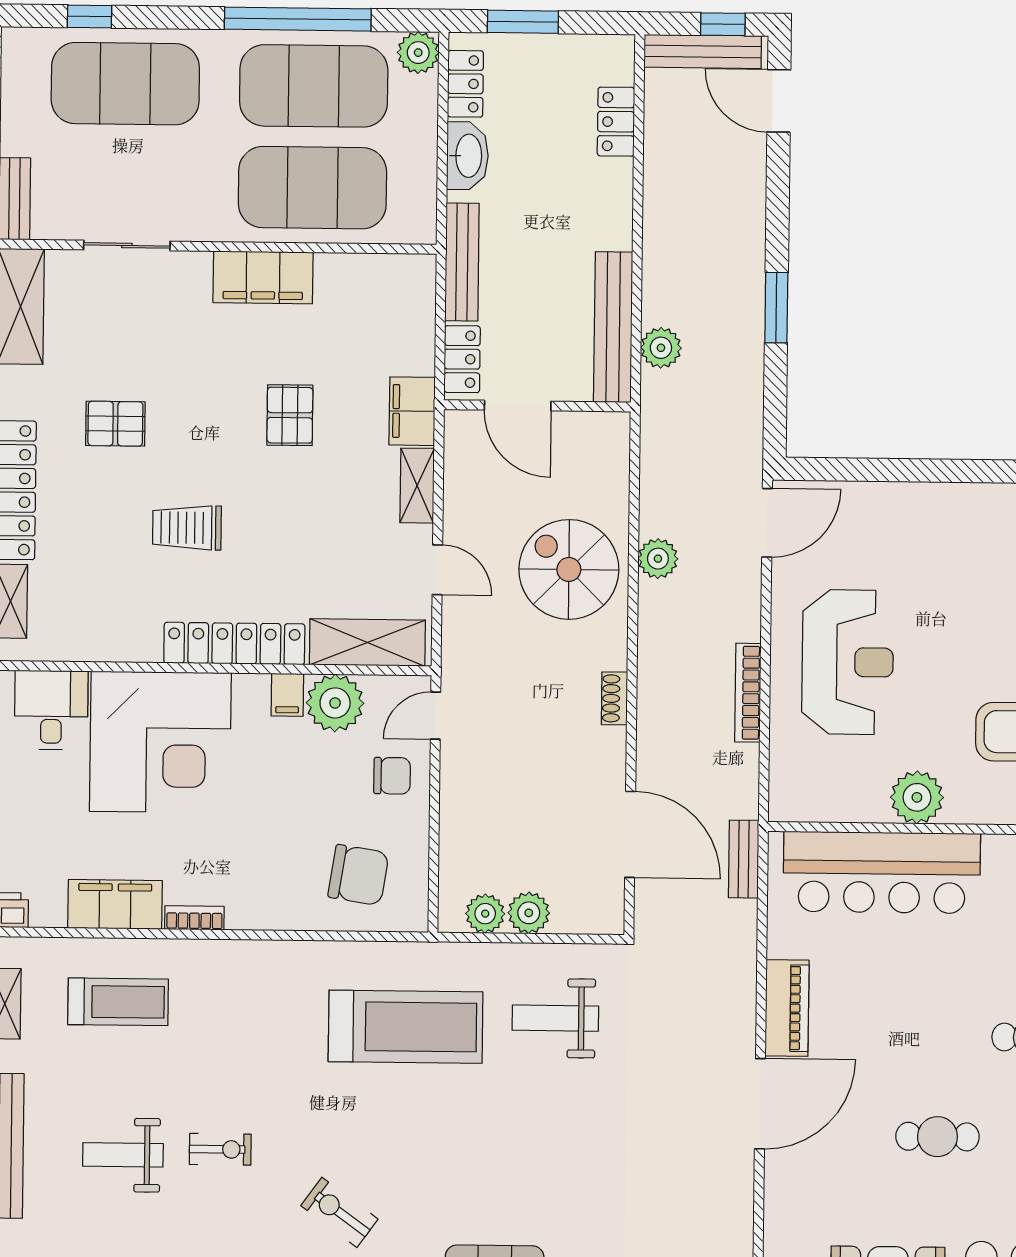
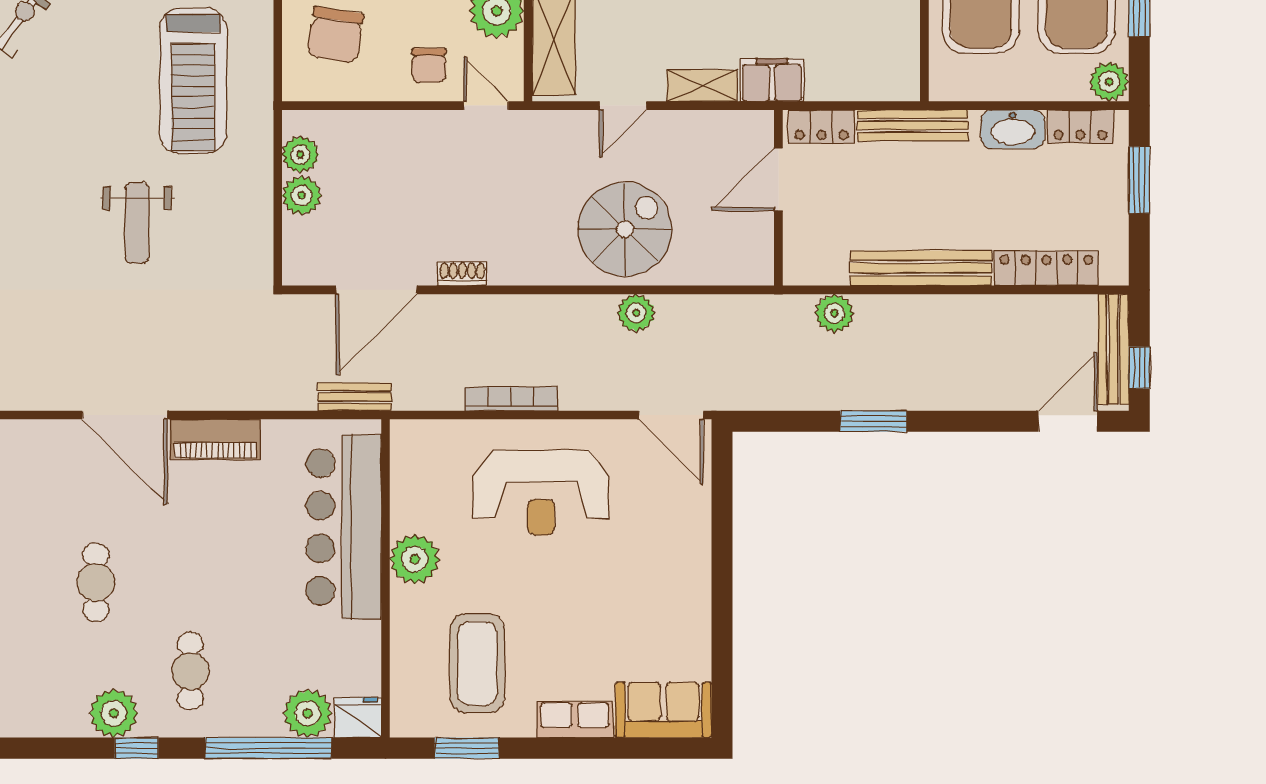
locker: (616, 122) -> (1046, 268), width x1.53
bench: (613, 327) -> (921, 268), moved
shoe rack: (614, 698) -> (462, 274), moved
weight bench: (555, 1018) -> (137, 223), moved, turned 180

